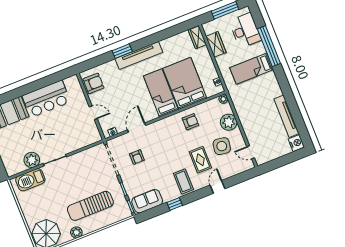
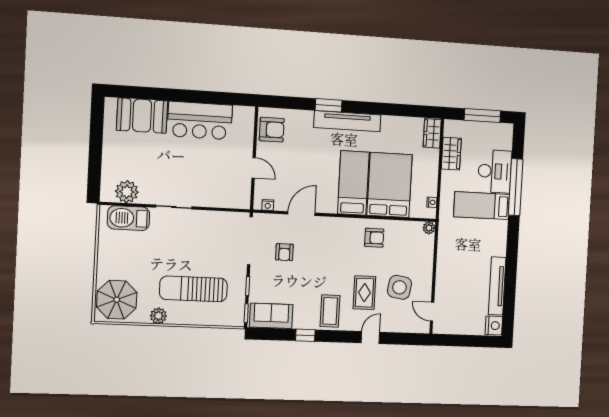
desk: (245, 30) -> (495, 171), moved
plant: (229, 122) -> (422, 261), removed
plant: (32, 160) -> (127, 192), moved

